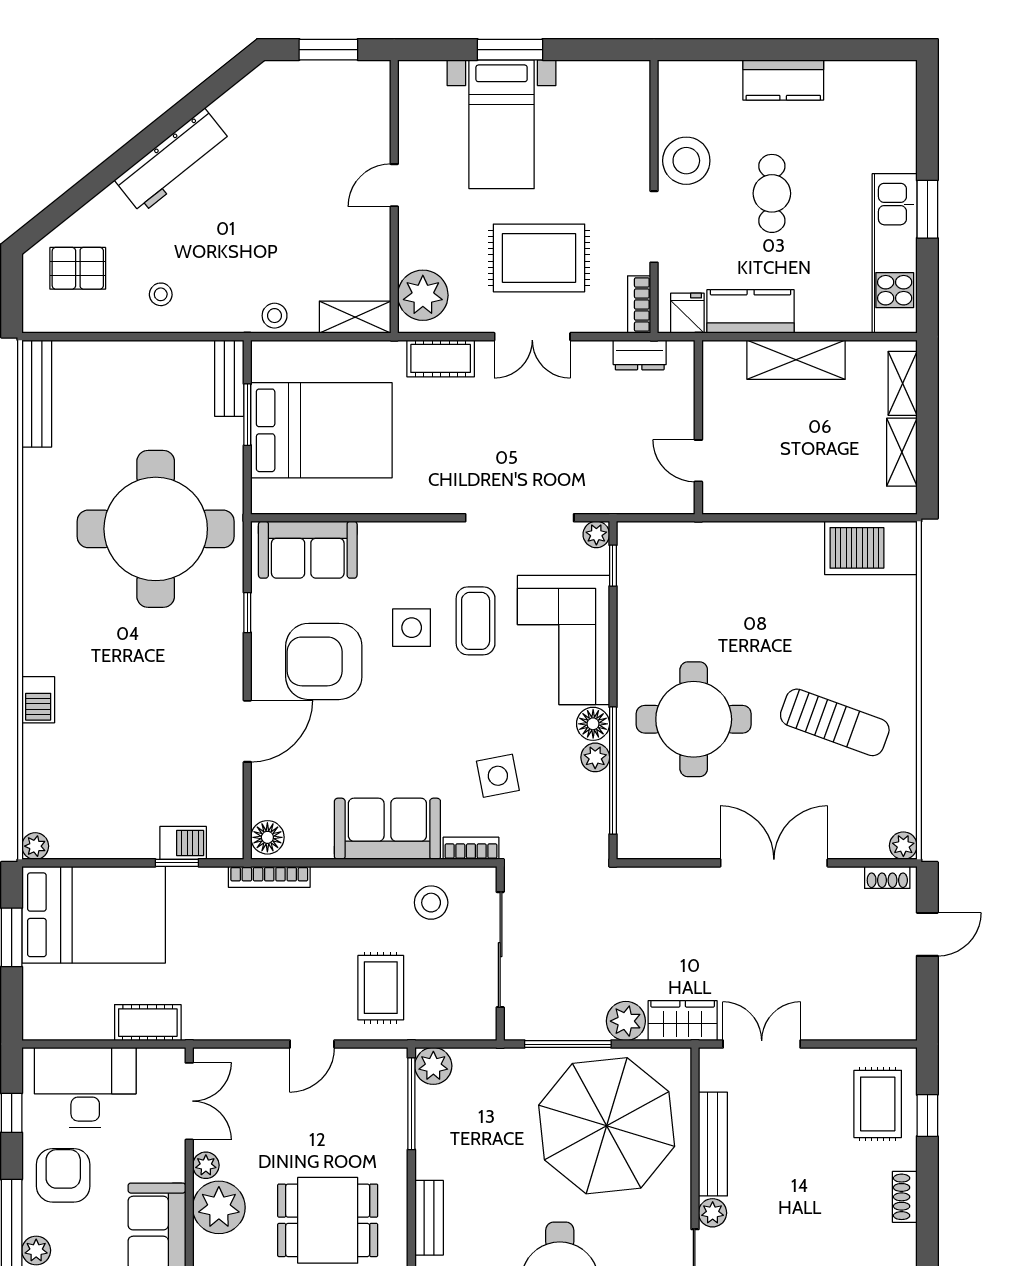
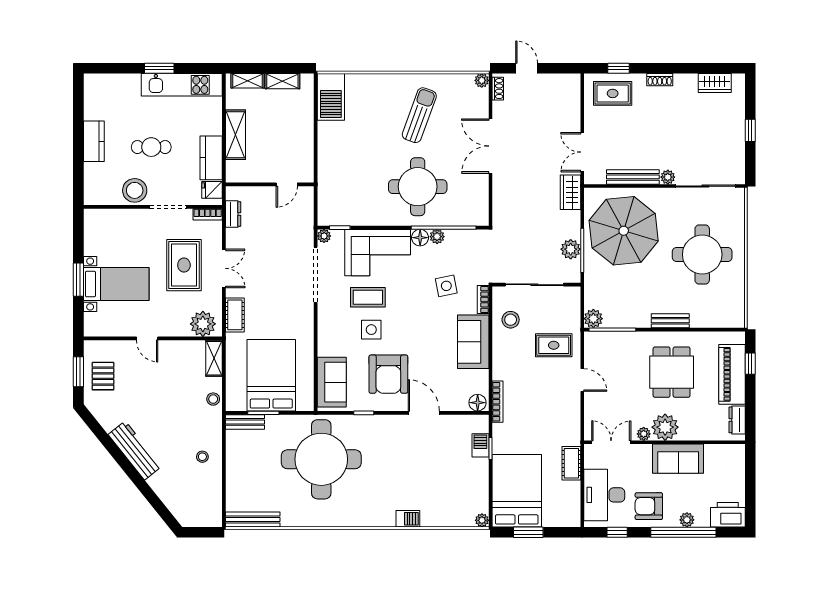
pallet: (78, 268) -> (103, 376), moved
plant: (626, 1021) -> (571, 249), moved

